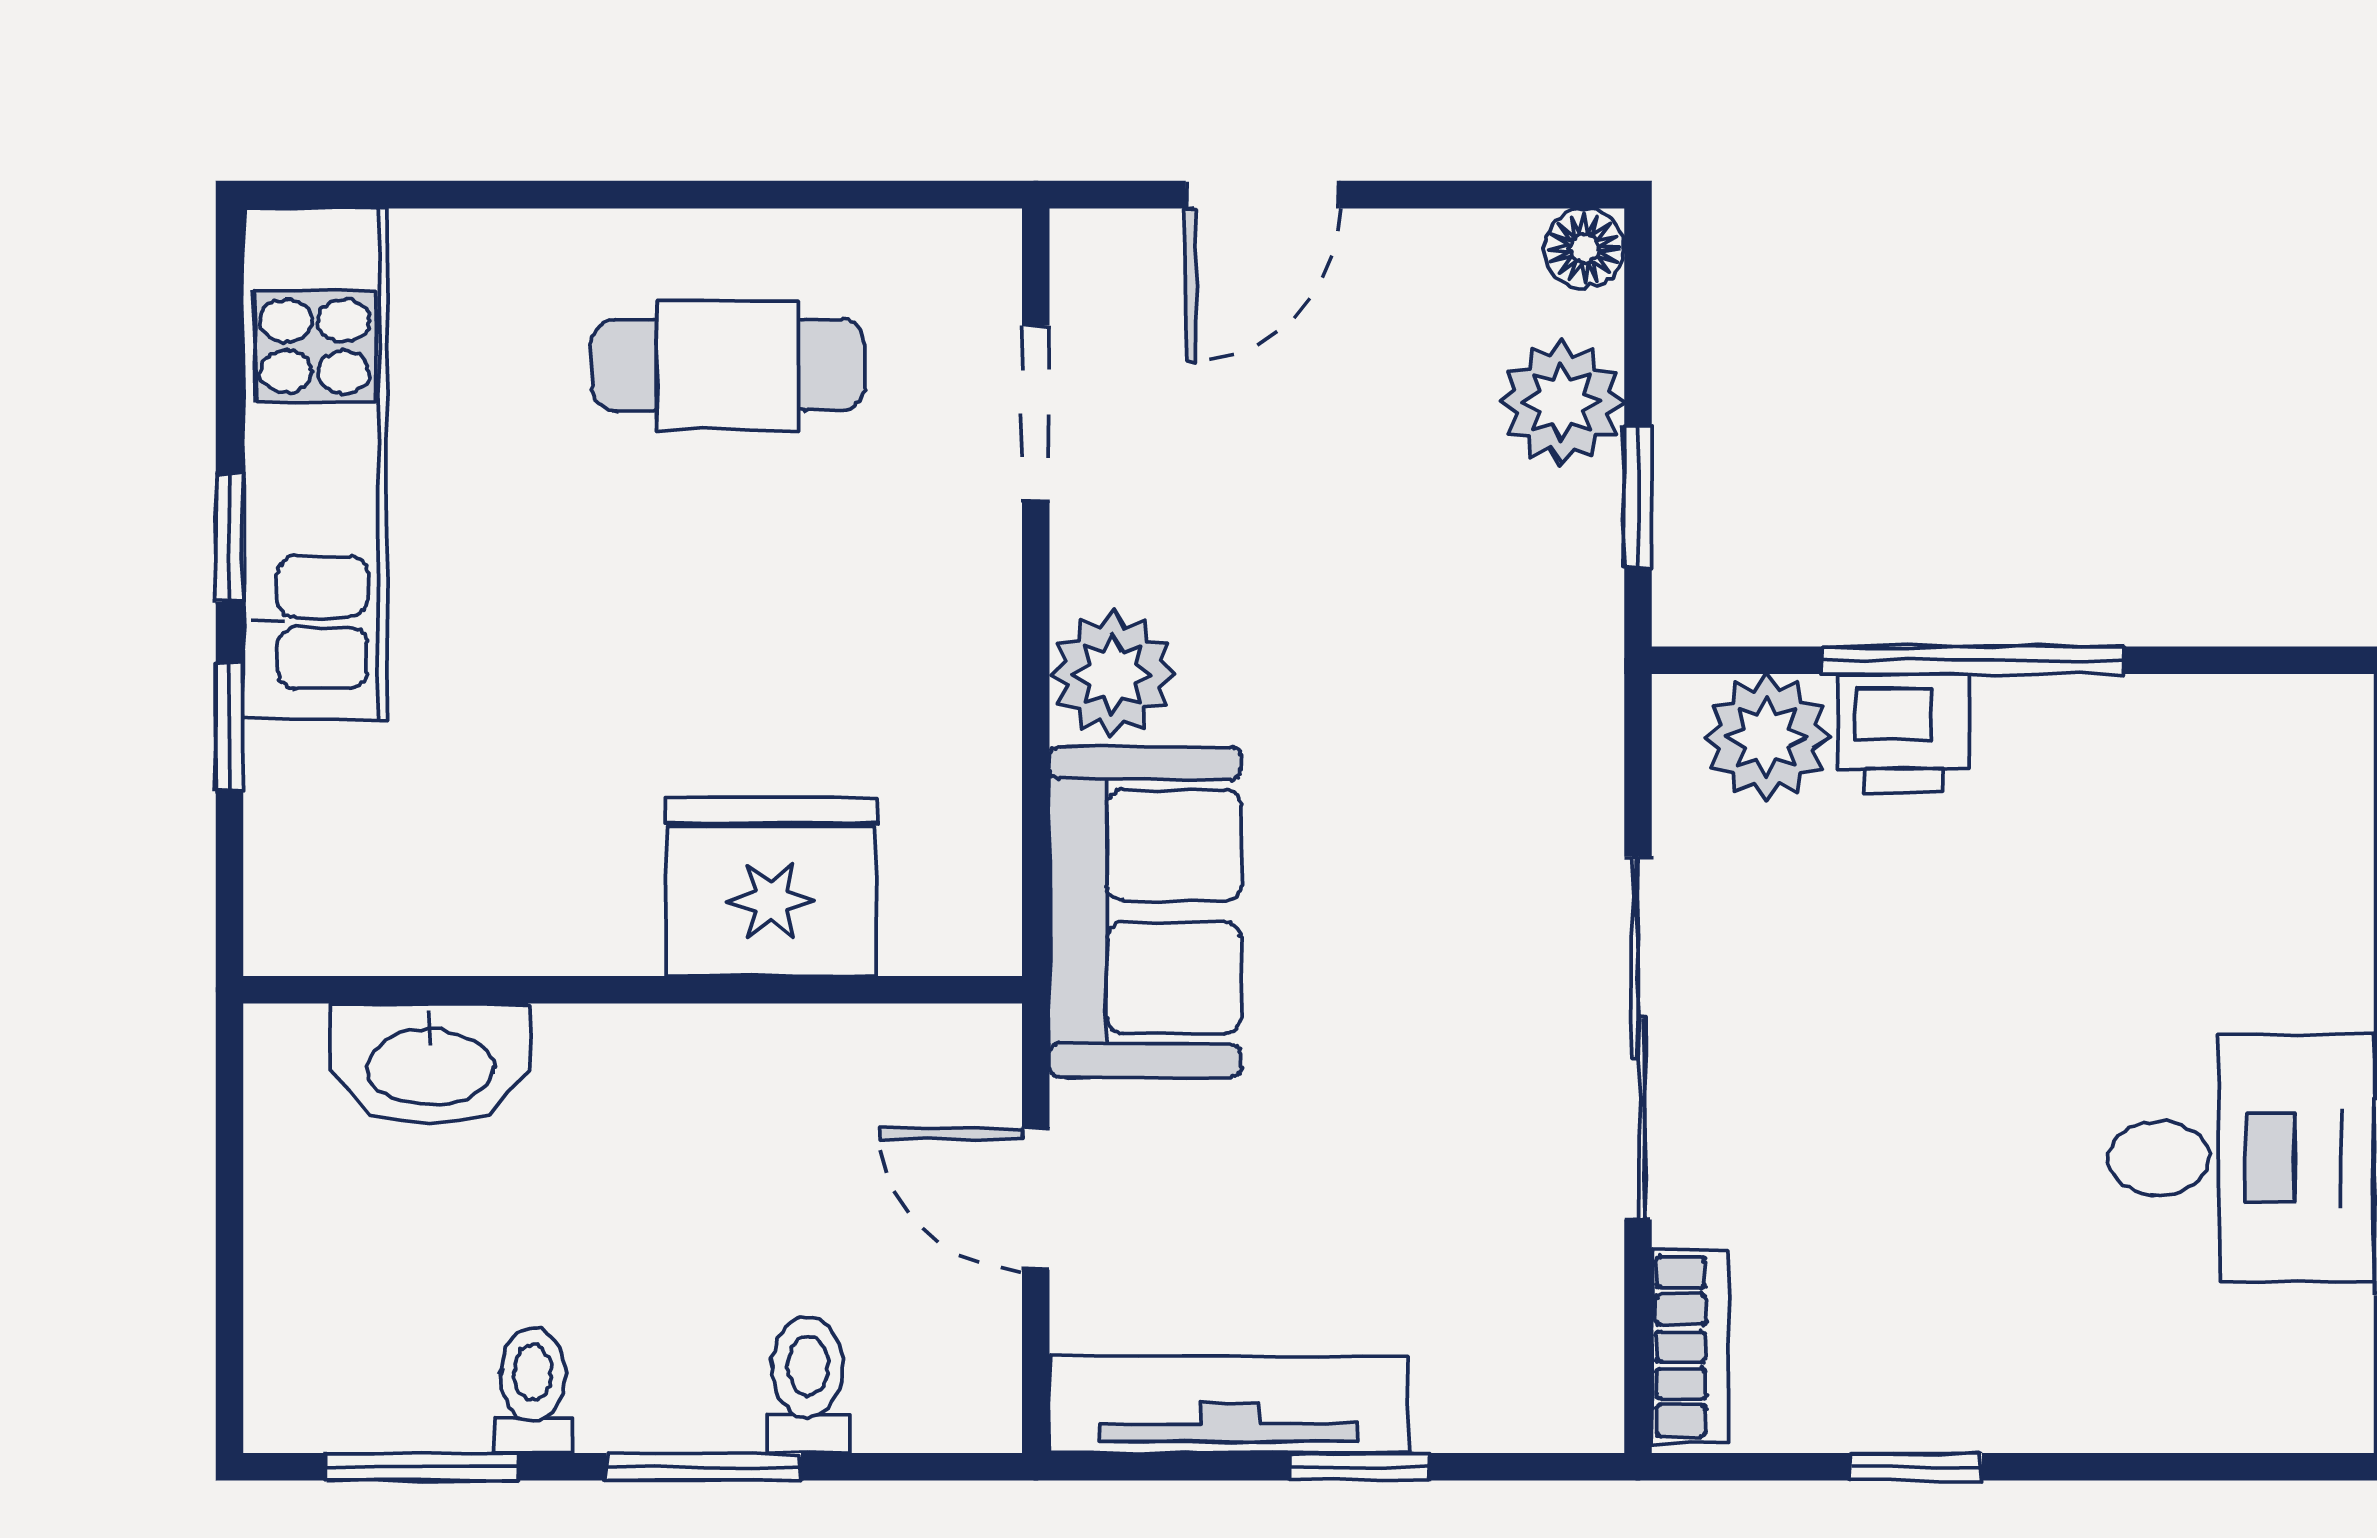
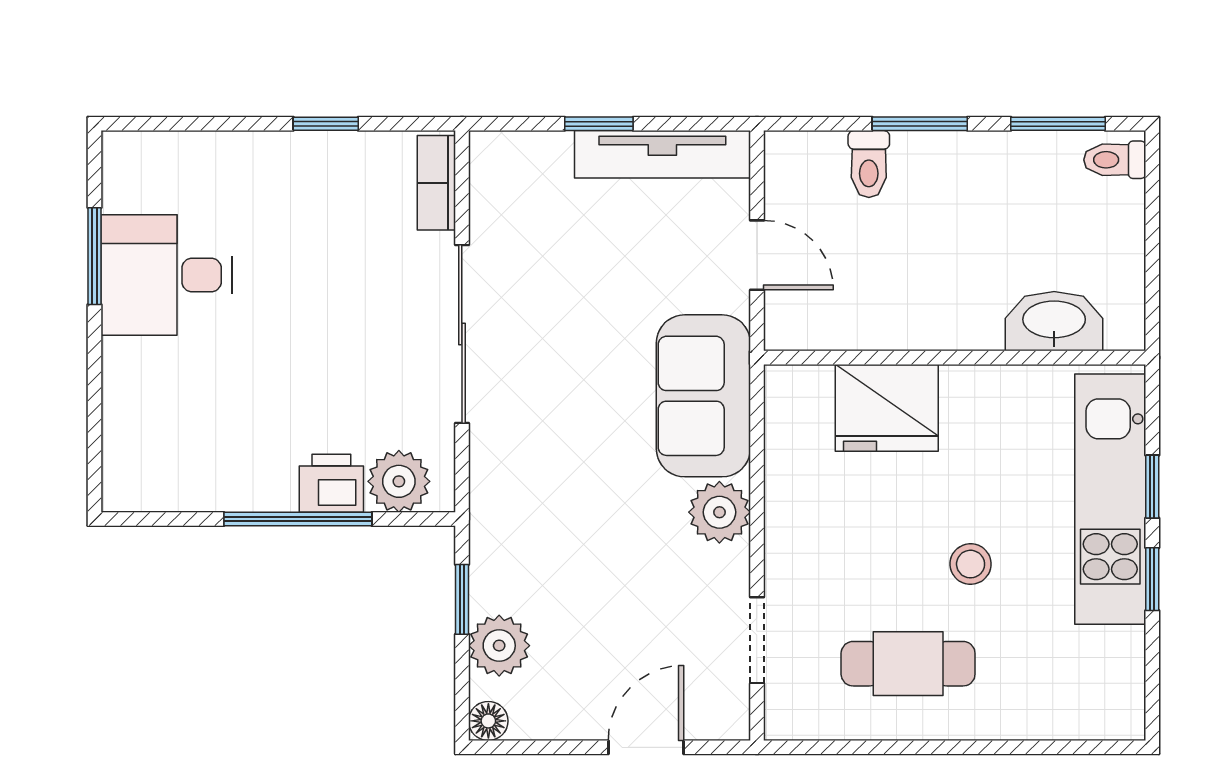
kitchen unit: (315, 464) -> (1110, 499), moved
stool: (600, 569) -> (971, 564), added
toilet: (533, 1390) -> (1115, 160), moved, turned 90

